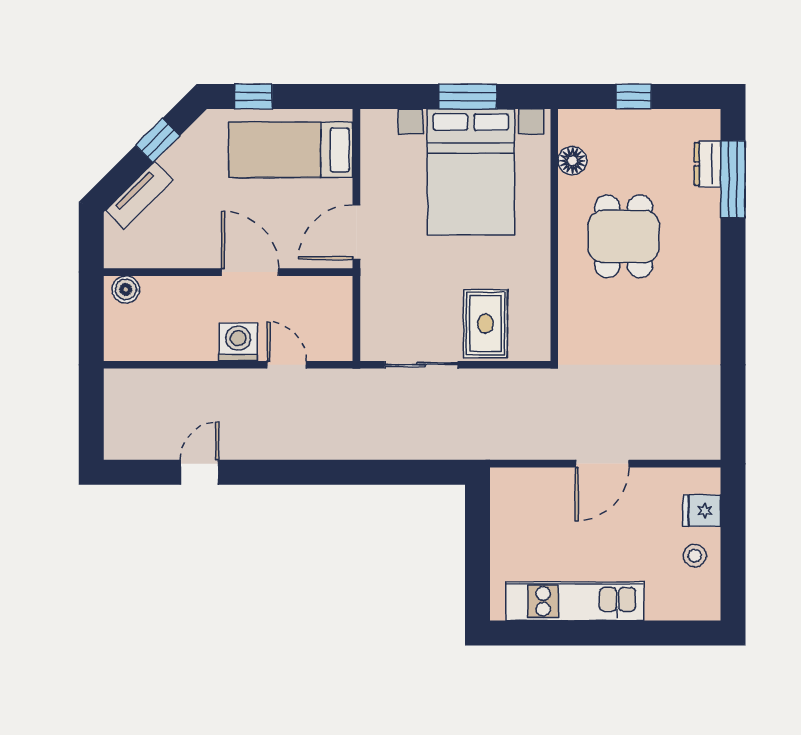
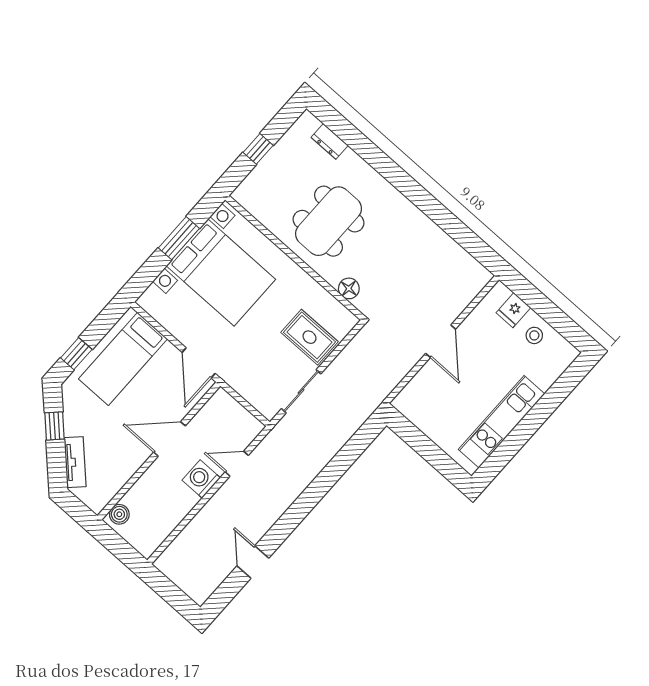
floor lamp: (572, 161) -> (349, 288), moved
window: (733, 179) -> (350, 135), removed
dining table: (624, 236) -> (329, 221), width x1.38

